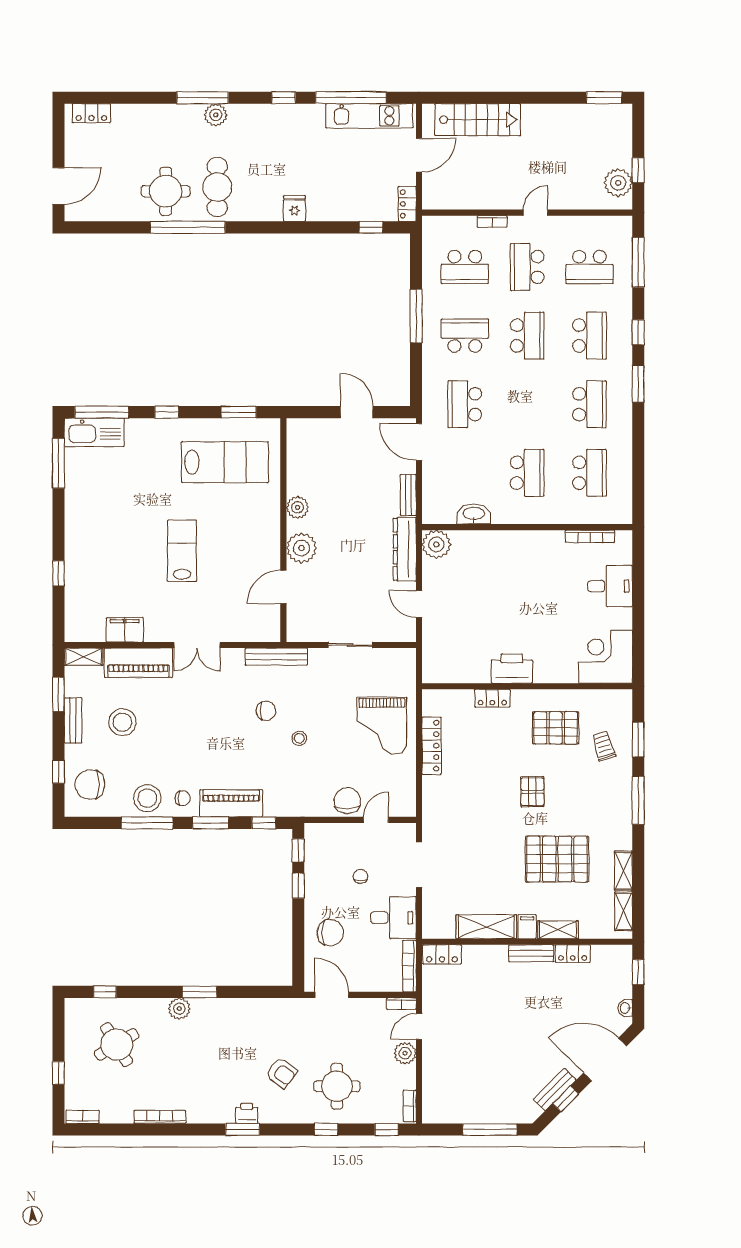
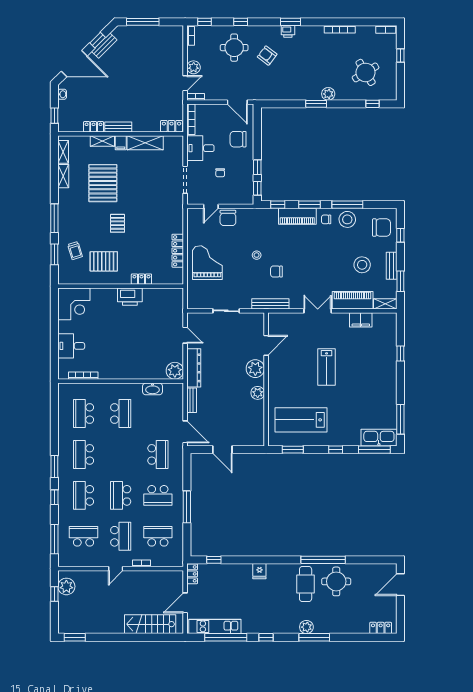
school desk: (527, 473) -> (121, 414), turned 180
pallet: (557, 859) -> (103, 183), turned 90

